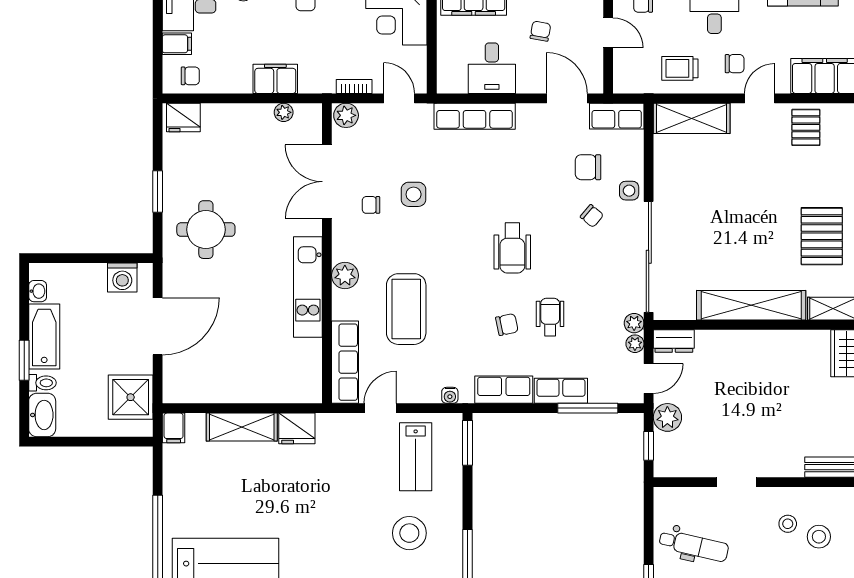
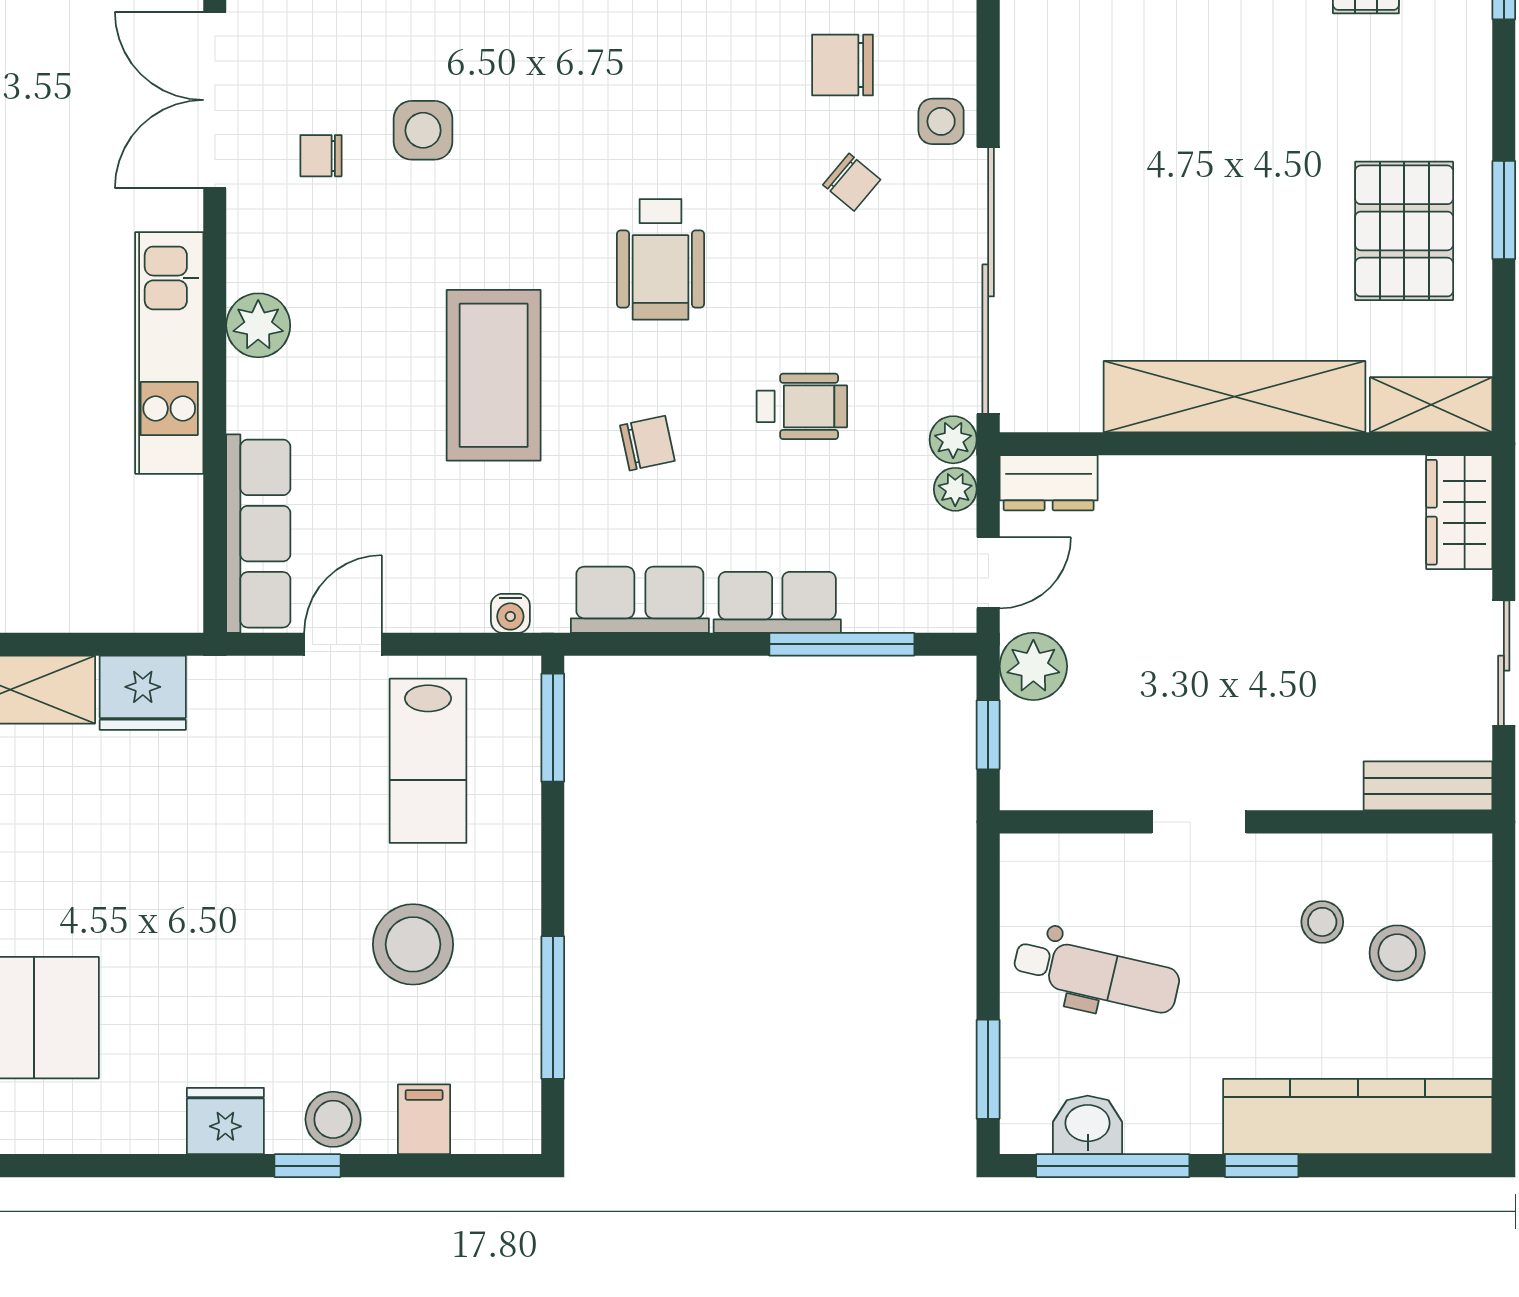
coffee table: (406, 309) -> (494, 375), moved
wheelchair: (550, 317) -> (802, 406), moved, turned 90

